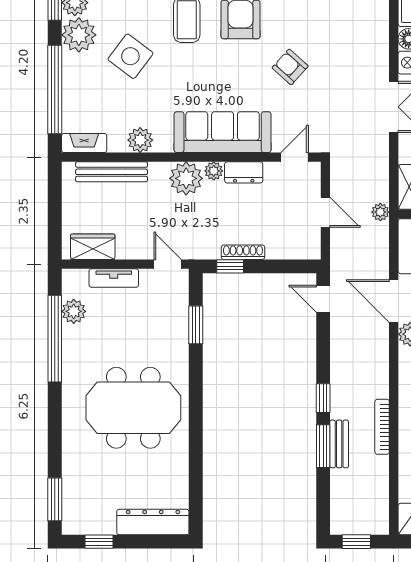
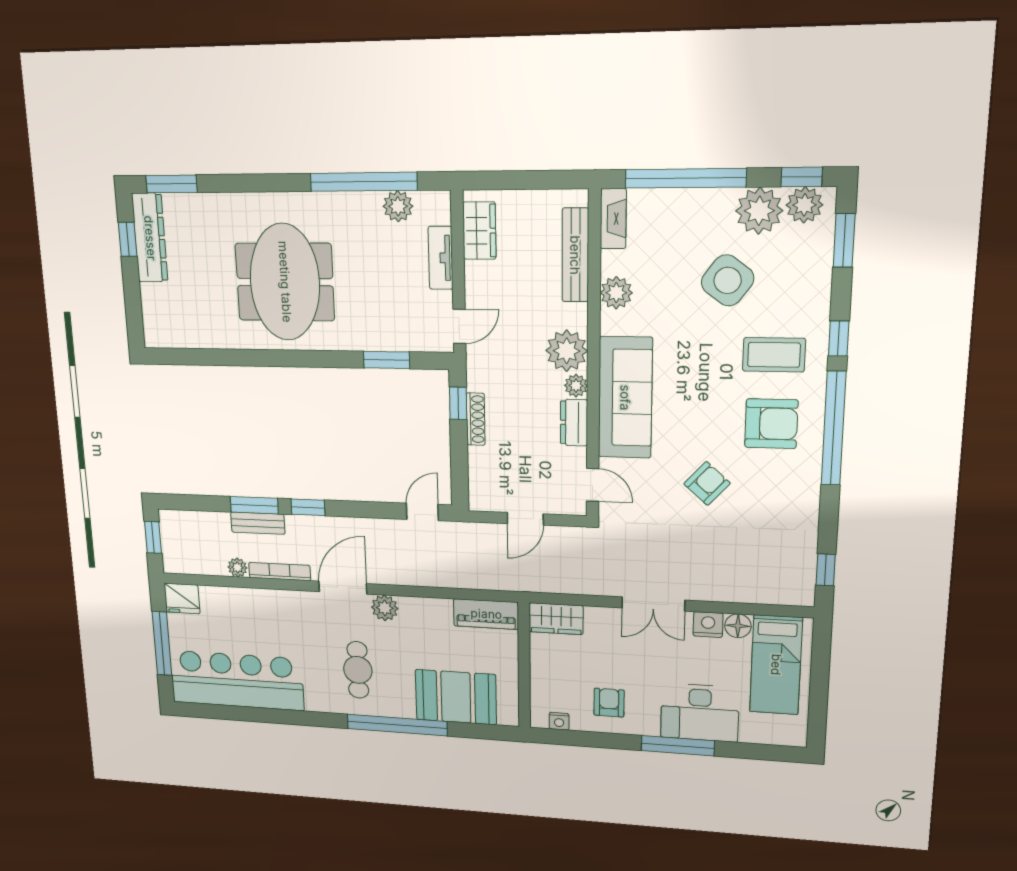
plant: (380, 212) -> (237, 567), moved
door: (394, 301) -> (343, 588), moved
dresser: (153, 522) -> (150, 238), moved

